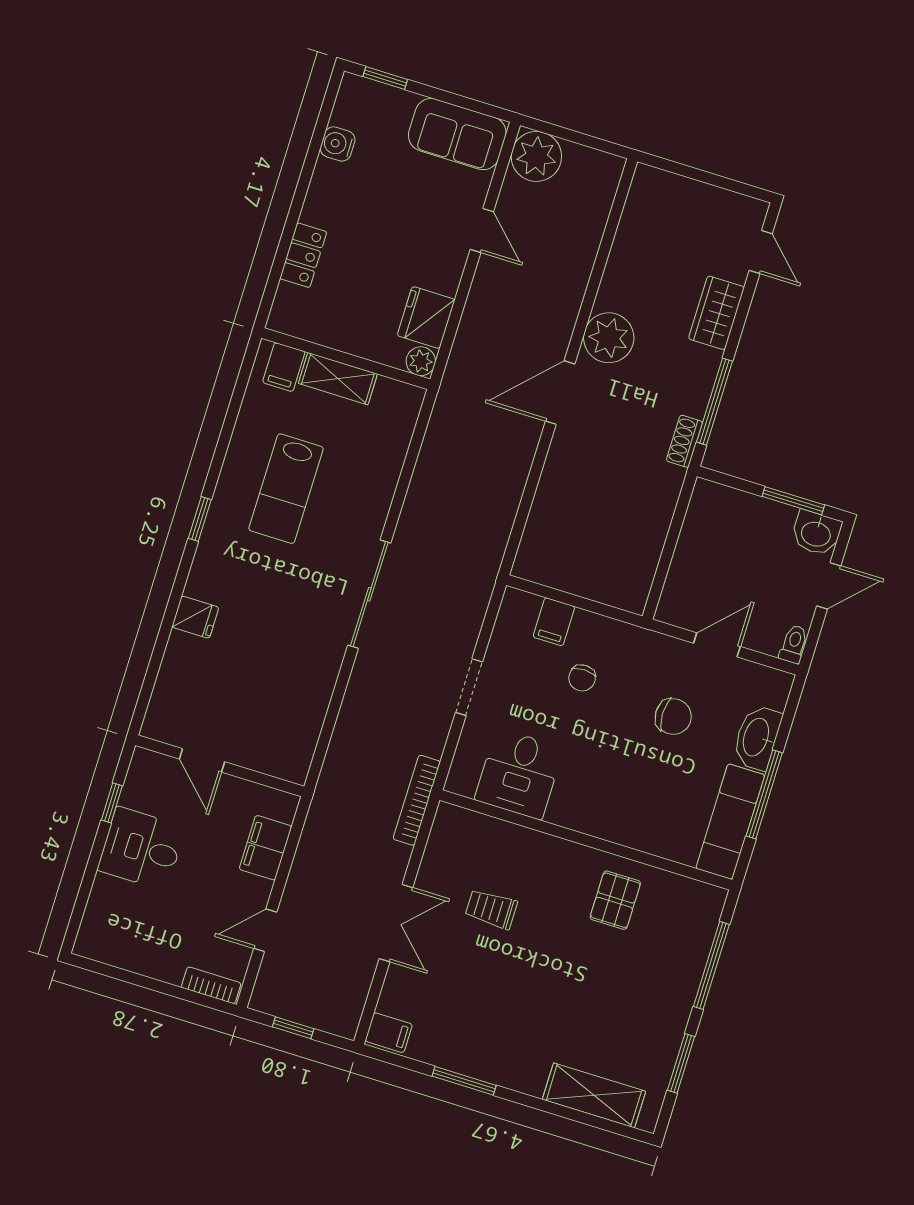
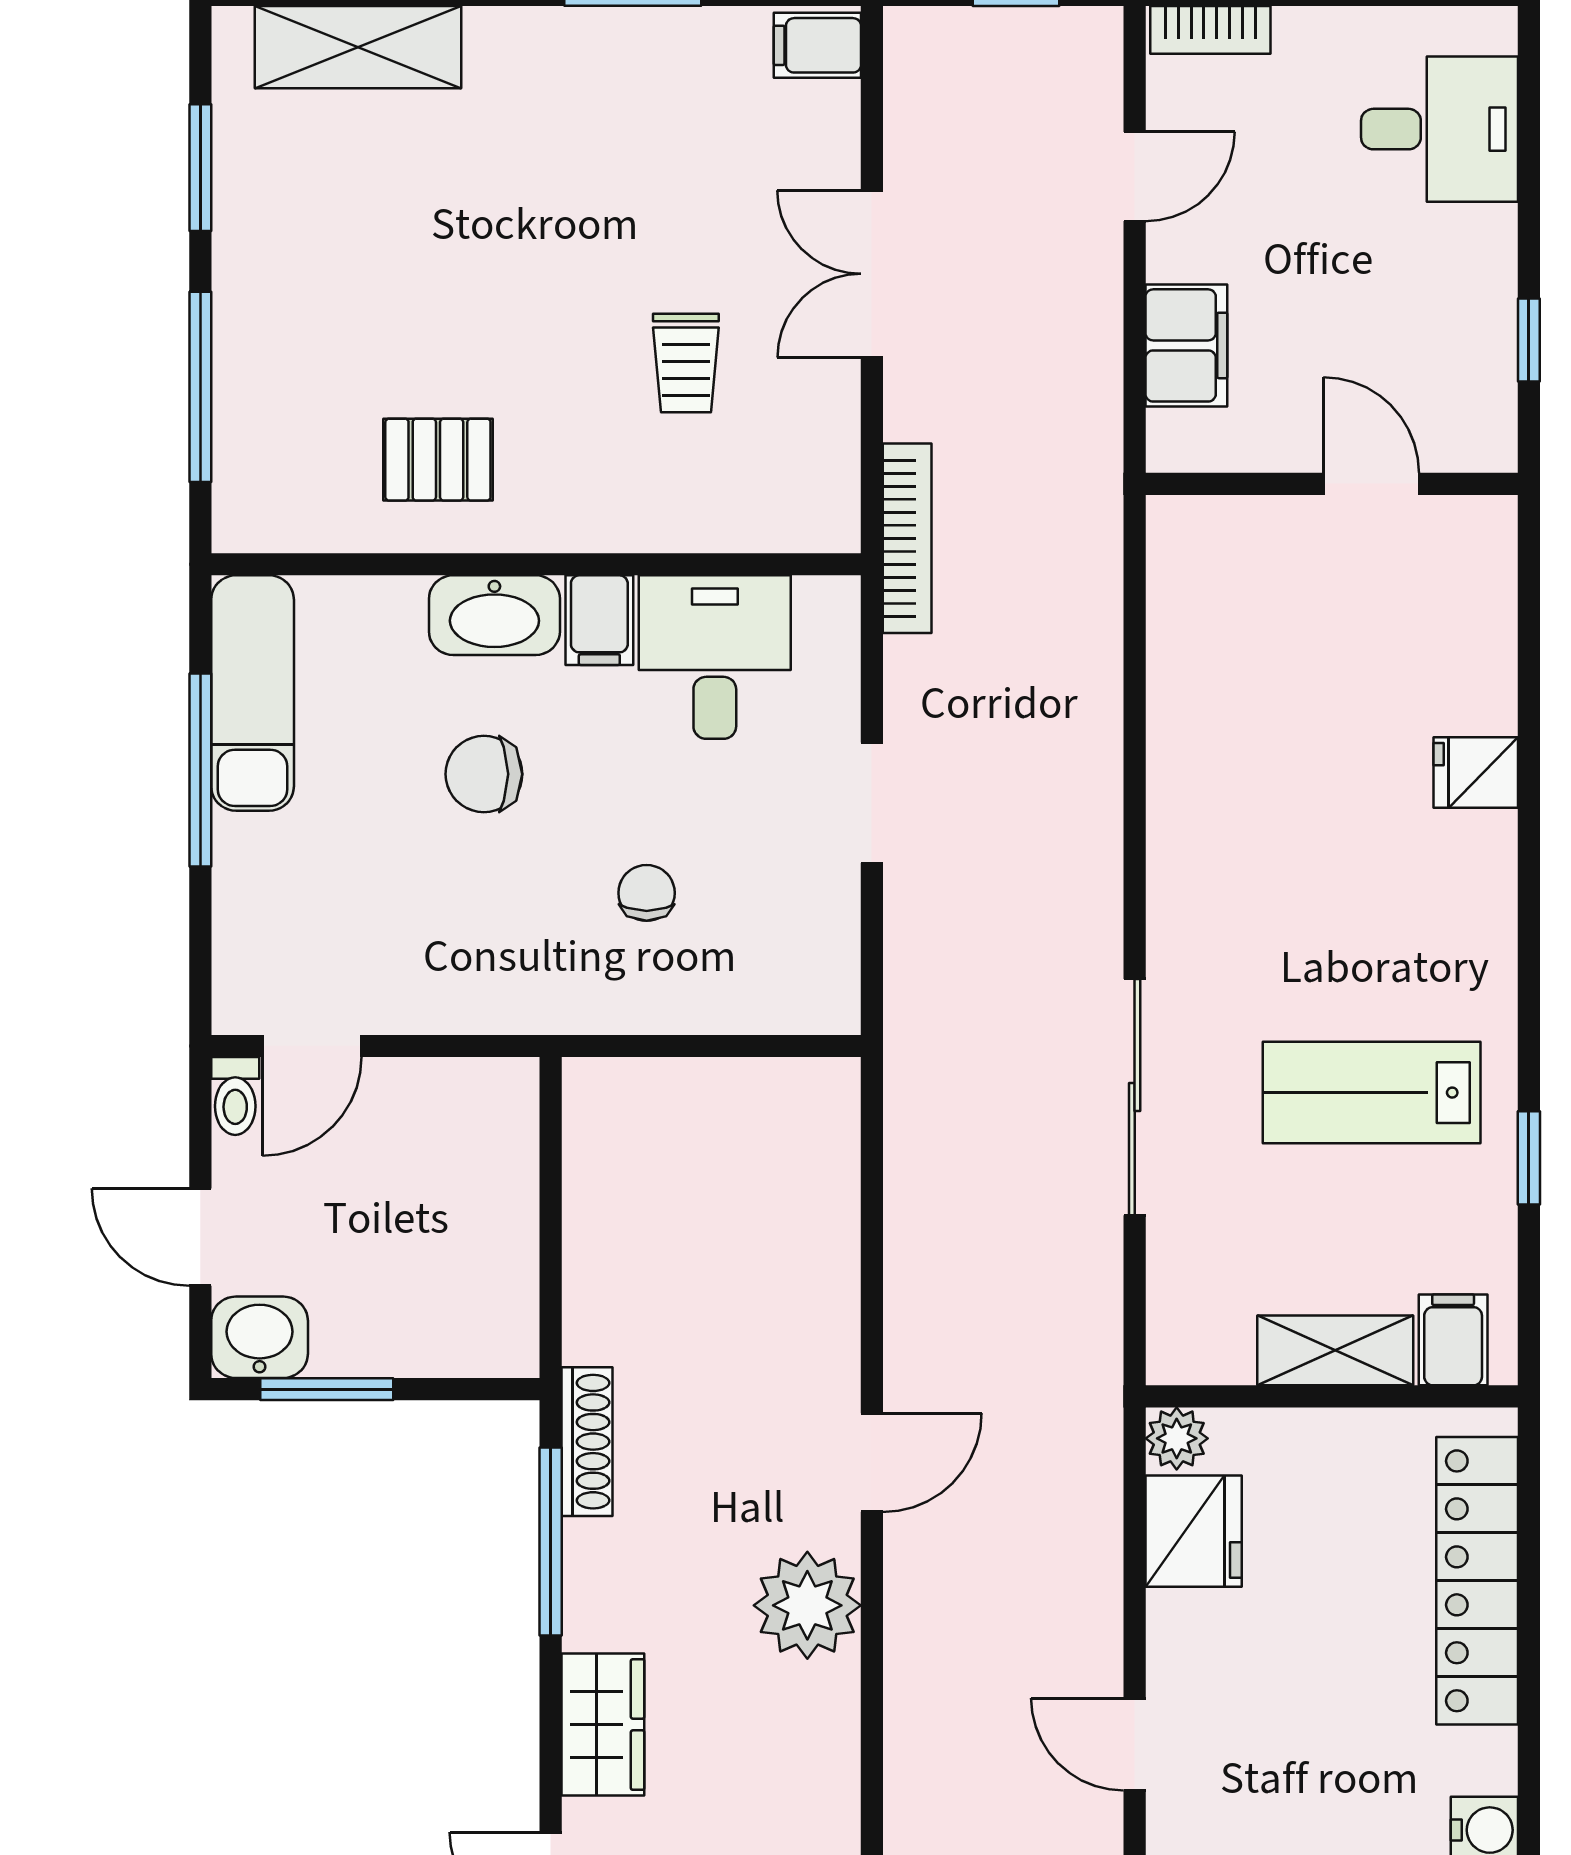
locker: (303, 255) -> (1477, 1581), width x2.16, depth x1.21
door: (560, 393) -> (872, 1462), width x0.73
shoe rack: (684, 441) -> (587, 1442), width x1.43
lab bench: (286, 489) -> (1372, 1093), turned -90
window: (200, 519) -> (1529, 1158), moved
door: (829, 586) -> (200, 1237), hinge flipped
sliding door: (369, 594) -> (1135, 1097), moved
filing cabinet: (554, 622) -> (599, 620), moved, turned 180
door: (717, 645) -> (312, 1046), moved
chair: (673, 717) -> (484, 774), moved
washbasin: (757, 737) -> (494, 615), moved, turned 90
desk: (141, 849) -> (1440, 129), moved
pallet: (615, 900) -> (438, 460), turned 90
trolley: (491, 909) -> (686, 363), turned 90

